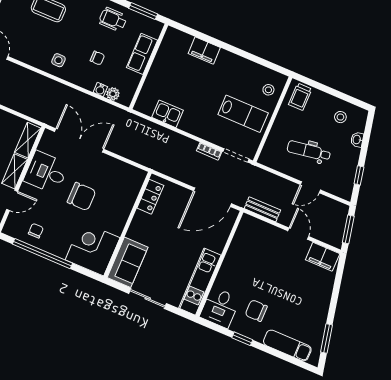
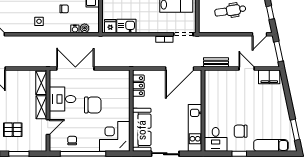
fridge: (147, 105) -> (110, 26), added
door: (310, 187) -> (260, 34), moved
sofa: (128, 262) -> (142, 130), width x1.36

